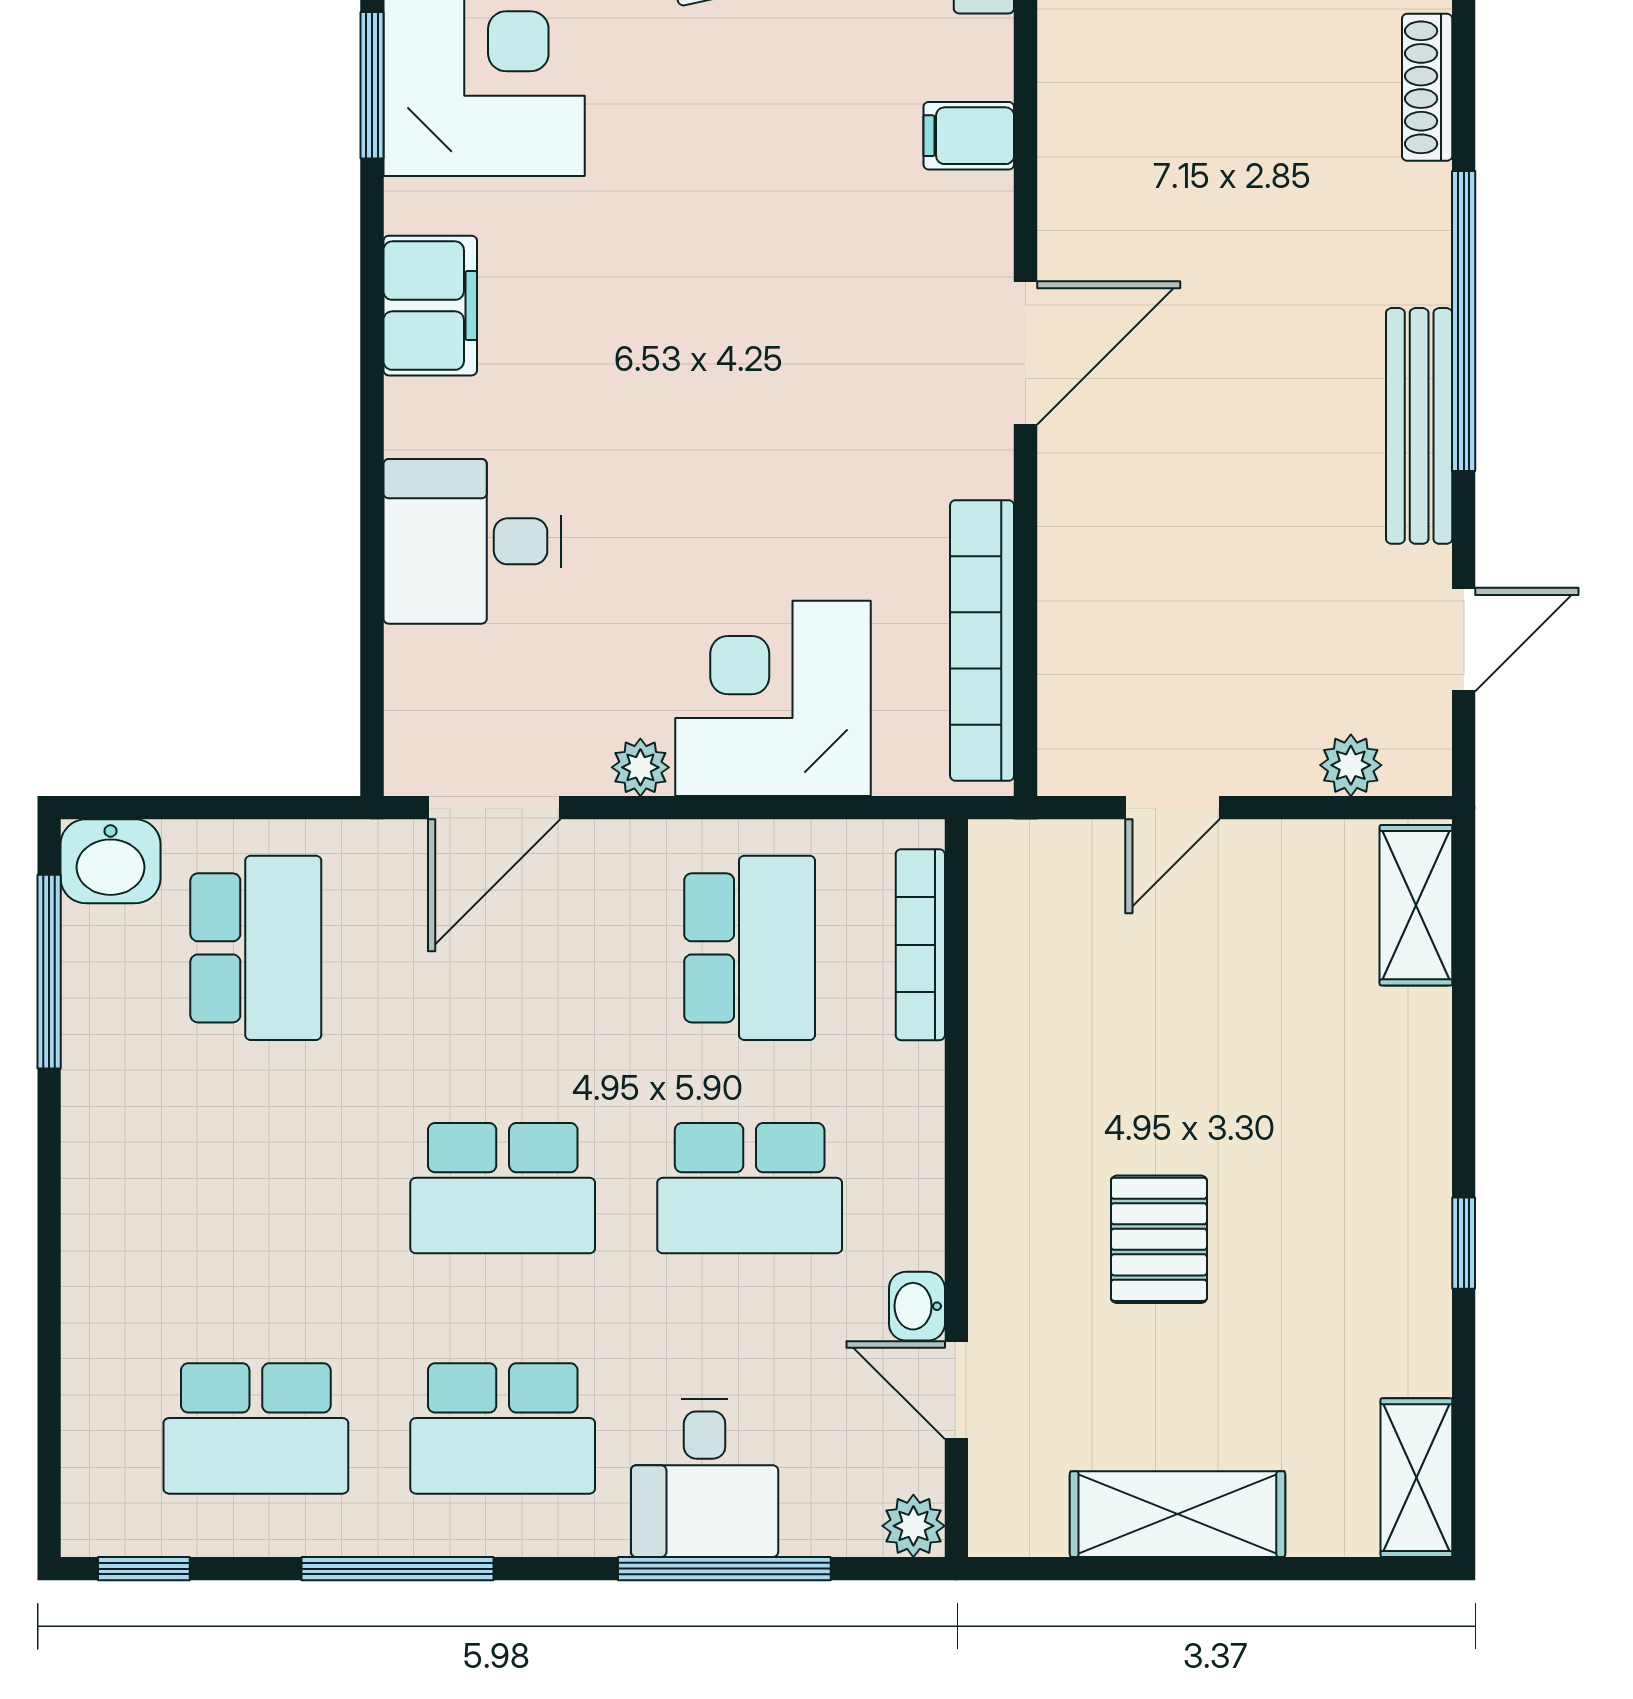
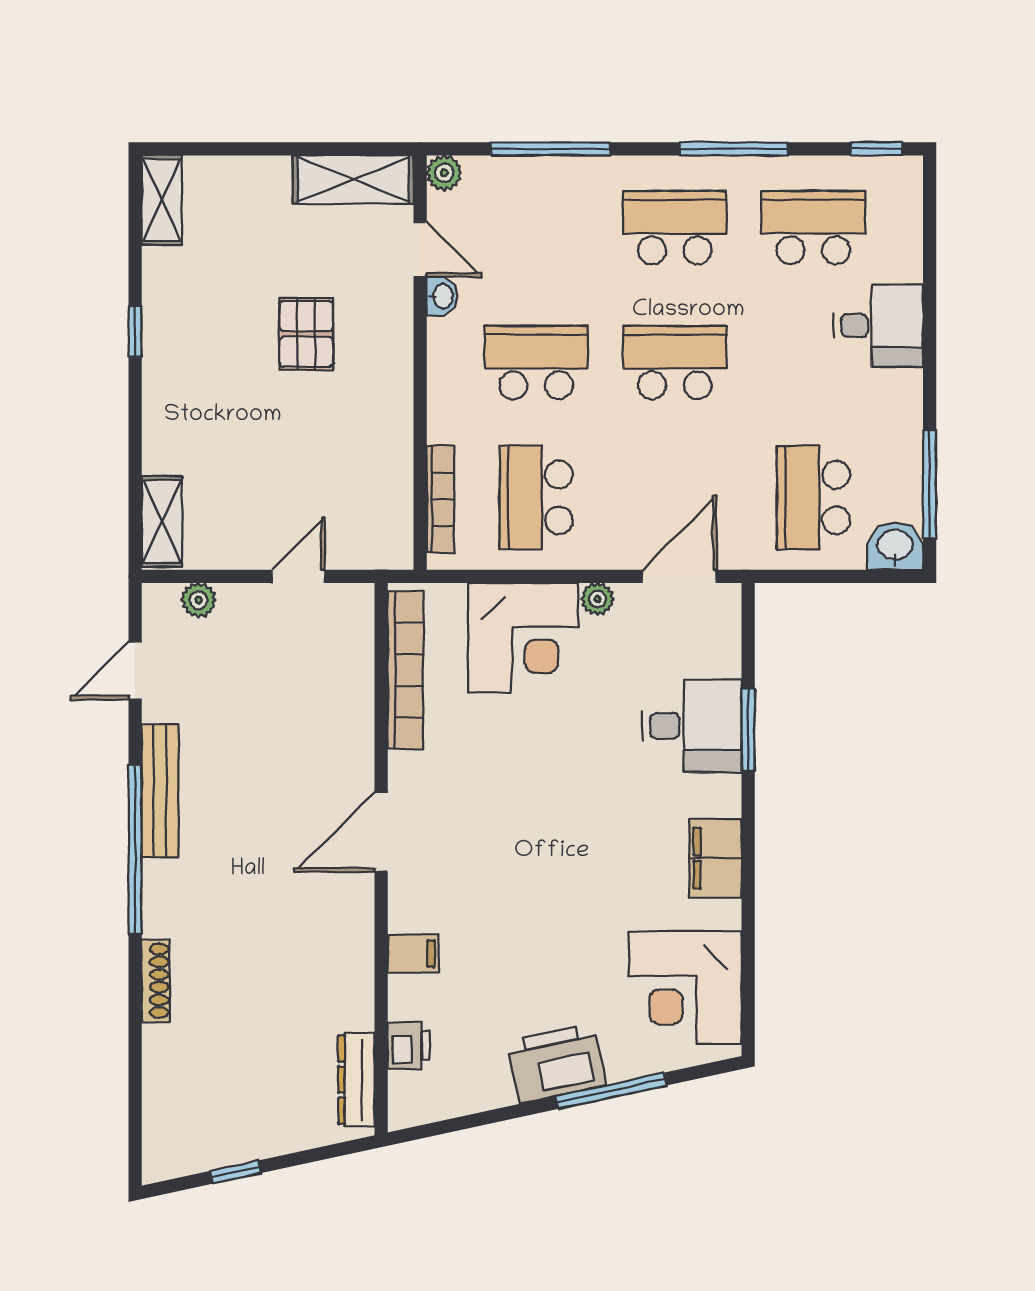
window: (372, 85) -> (748, 730), moved
desk: (705, 1478) -> (879, 326), moved, turned 90
shelving: (1177, 1514) -> (353, 179), moved

